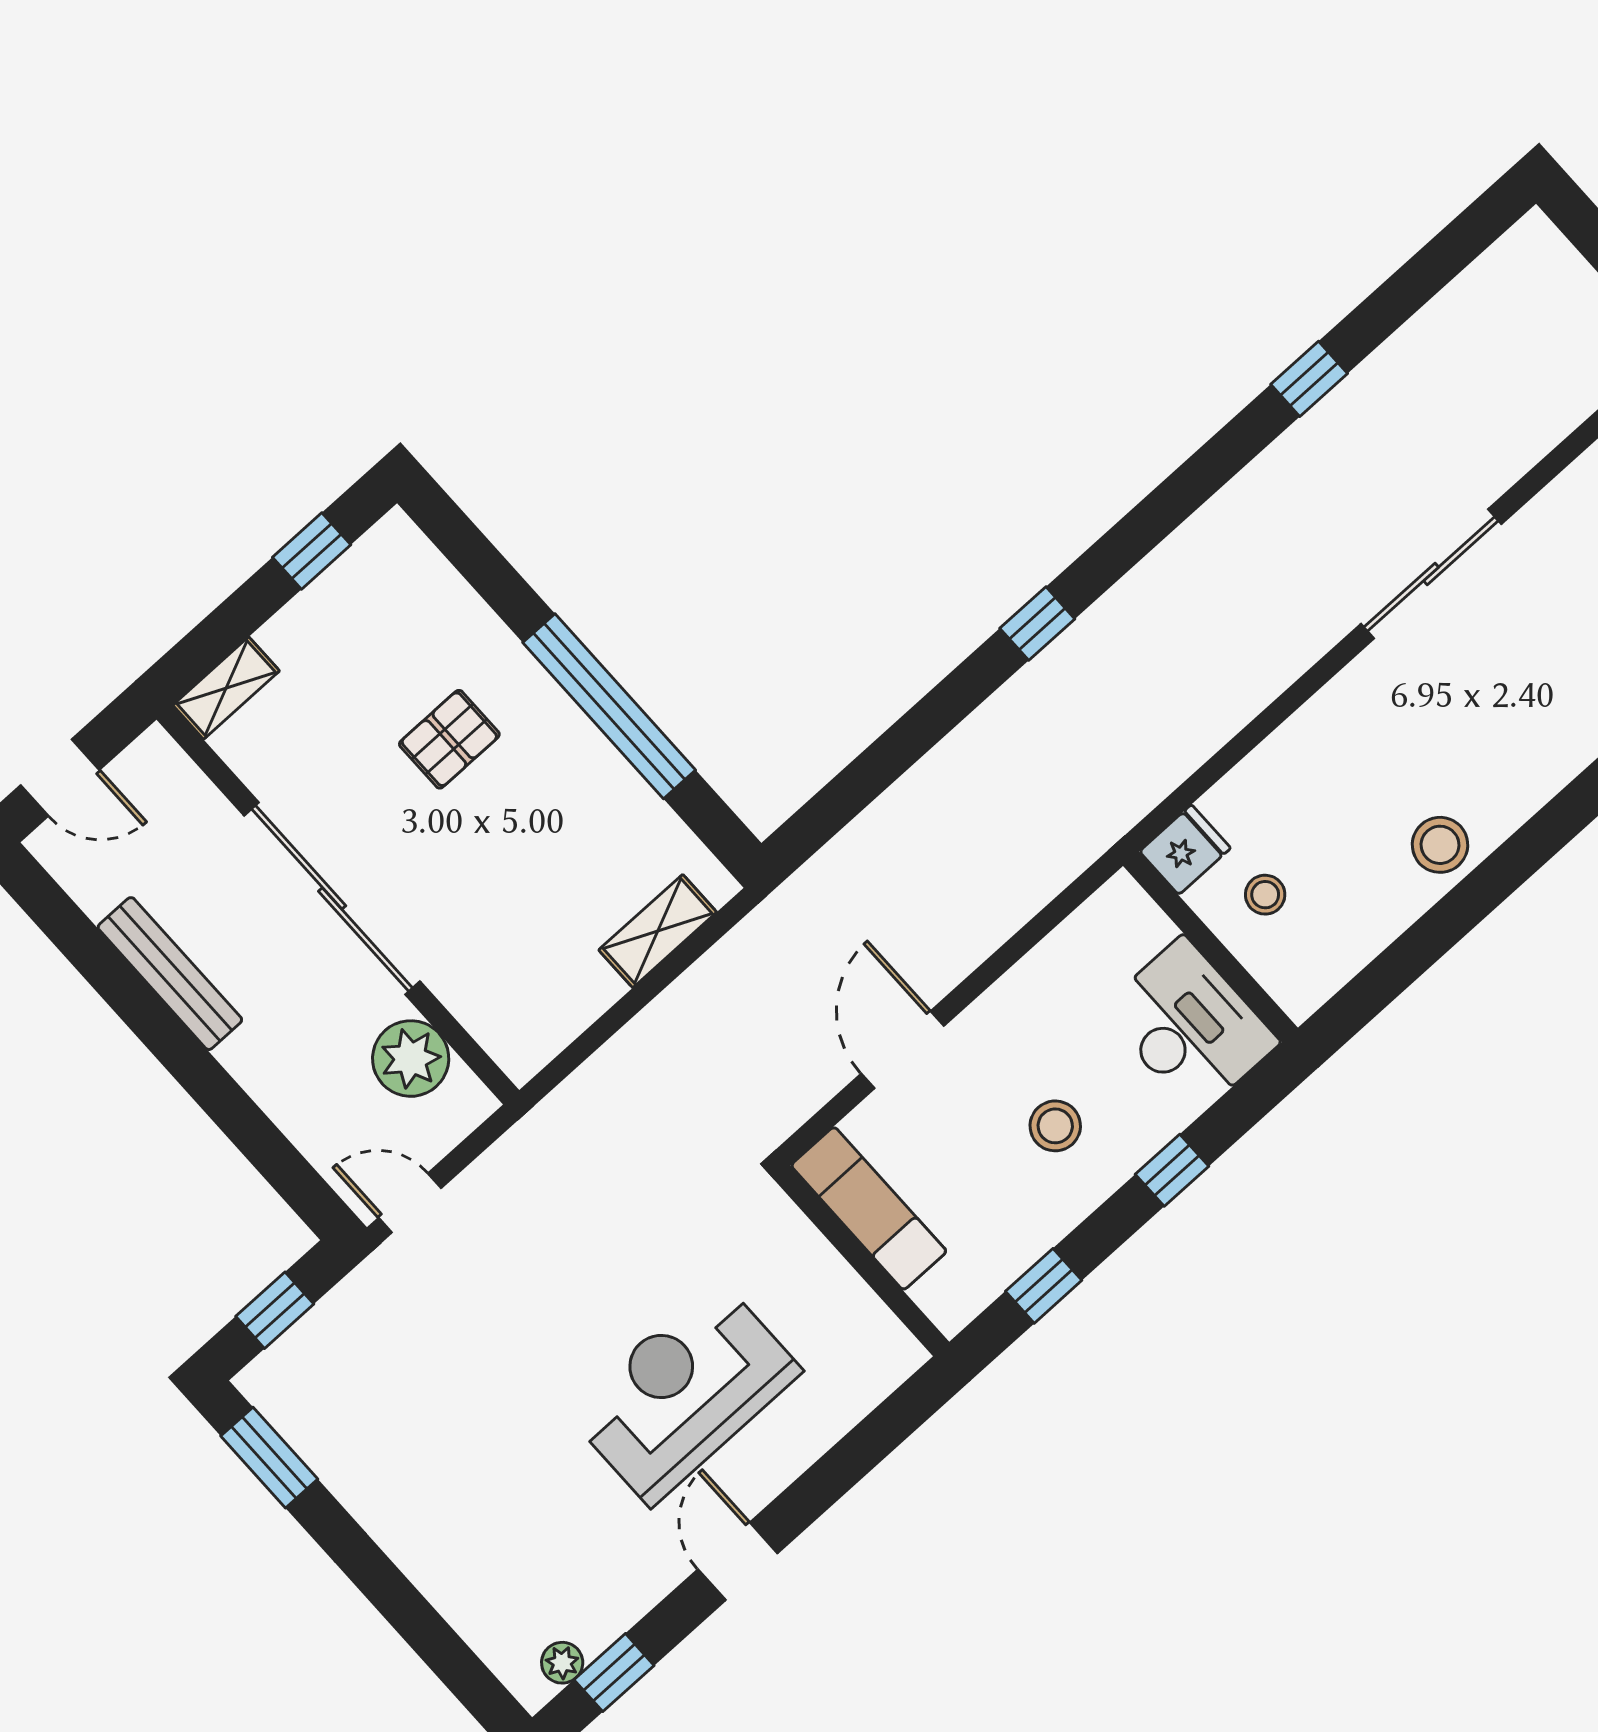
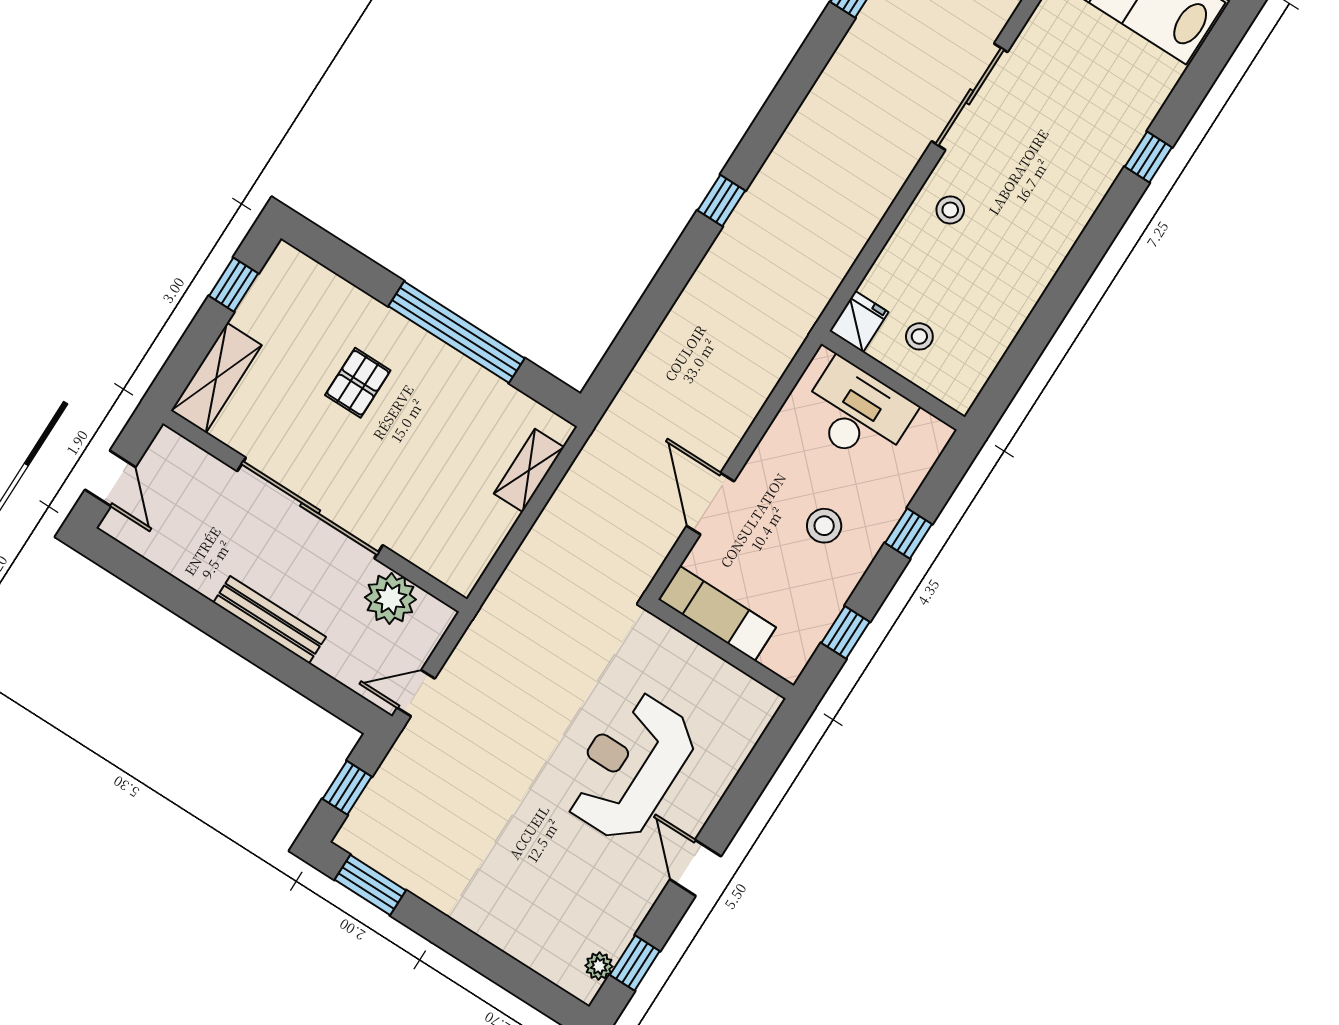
shelving: (226, 688) -> (216, 378), width x1.50, depth x1.33
door: (60, 778) -> (110, 478), hinge flipped
stool: (1440, 845) -> (950, 210), moved, width x0.73, depth x0.73
bench: (170, 974) -> (270, 620), moved
desk: (1190, 1026) -> (857, 413), moved

